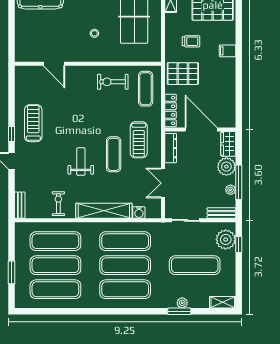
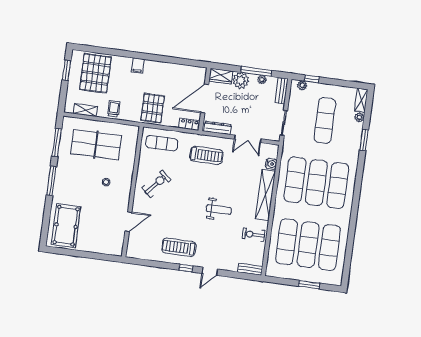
trolley: (191, 41) -> (114, 109), moved
exercise bike: (113, 82) -> (156, 184), moved, turned -139
locker: (171, 110) -> (189, 124), width x0.66
exercise mat: (114, 154) -> (216, 180), removed
weight bench: (81, 162) -> (219, 210), turned 180
plant: (226, 240) -> (302, 85), width x0.53, depth x0.53
plant: (182, 303) -> (359, 117), moved

